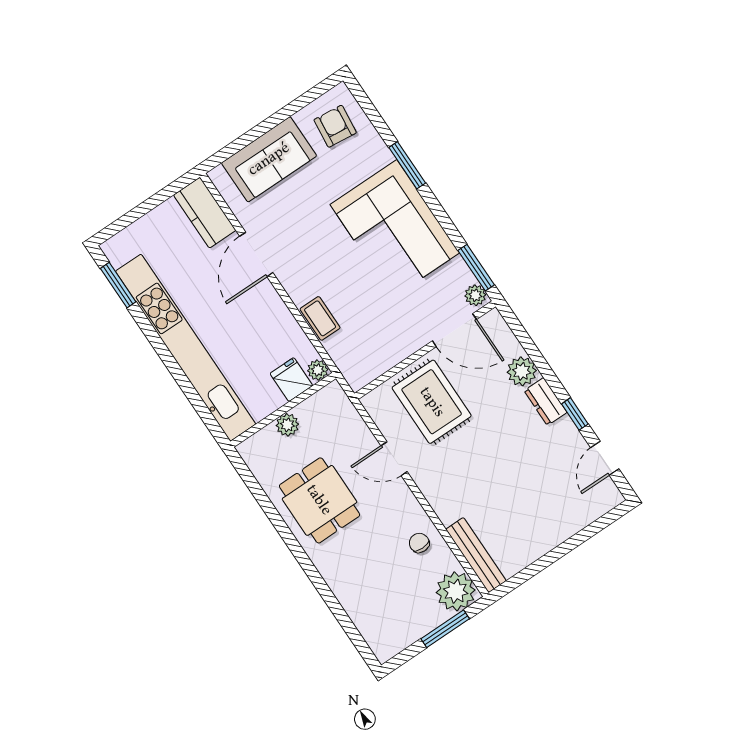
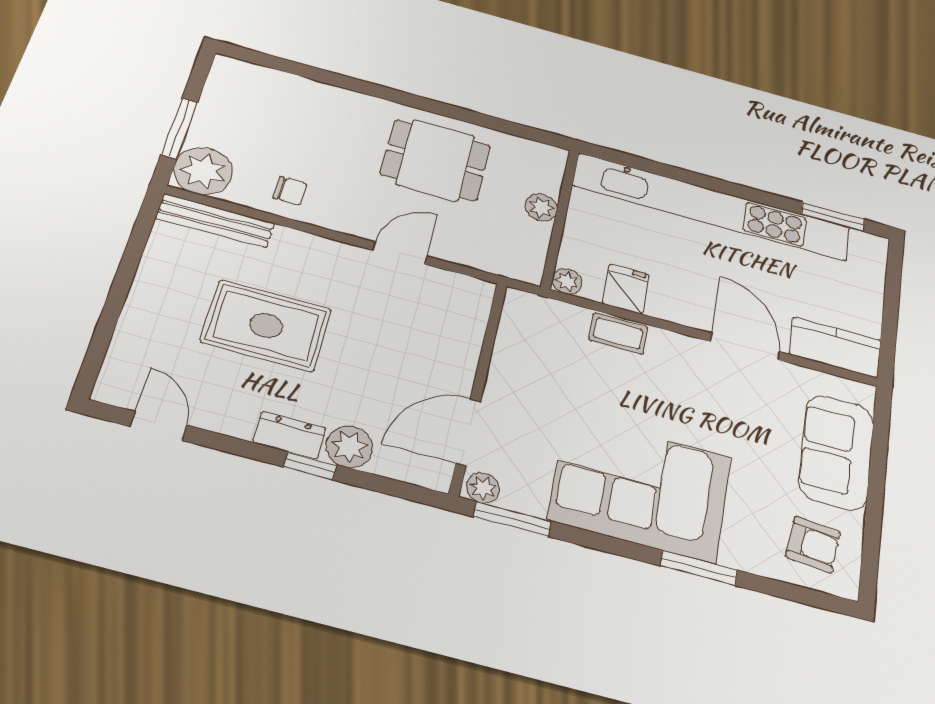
fridge: (291, 380) -> (626, 289), moved, turned -90
rug: (432, 402) -> (266, 325), moved
window: (575, 414) -> (310, 466), moved

